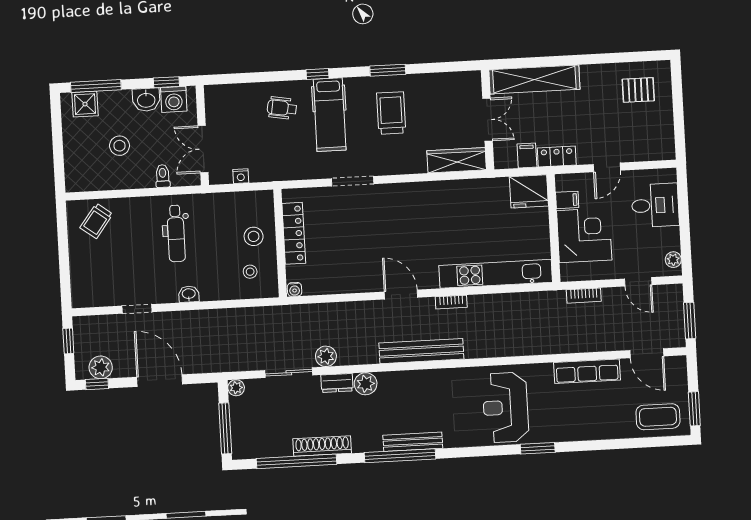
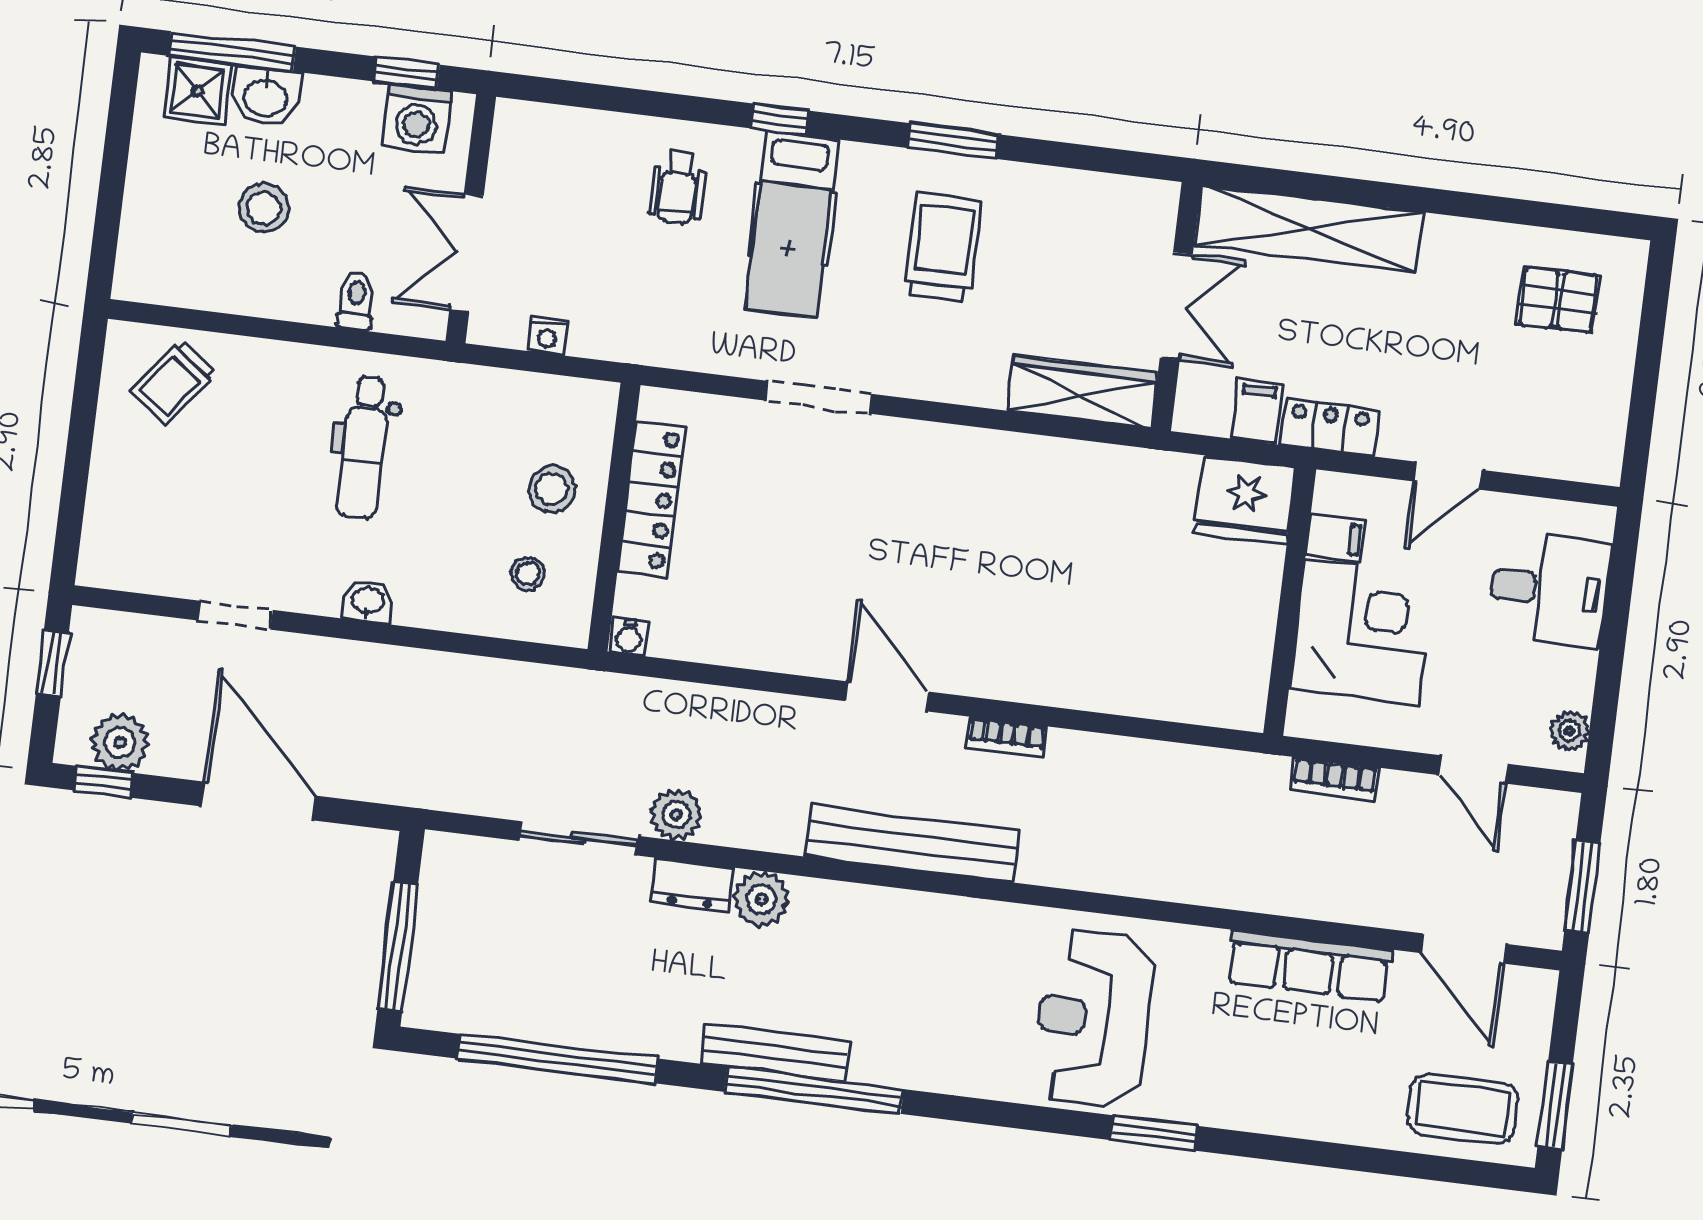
washbasin: (146, 100) -> (266, 96), moved
wheelchair: (282, 108) -> (678, 187), turned -100
kitchen unit: (496, 274) -> (1128, 687), removed
plant: (236, 388) -> (443, 852), removed
bench: (413, 442) -> (775, 1053), moved
shoe rack: (322, 446) -> (628, 1032), removed

